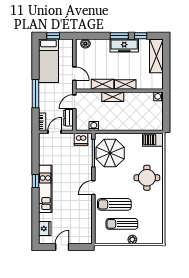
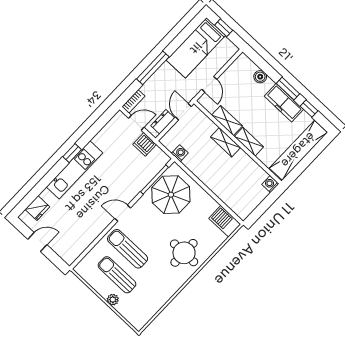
boiler: (85, 44) -> (260, 77), moved
shelving: (156, 56) -> (298, 150), width x1.47
door: (74, 102) -> (183, 112), hinge flipped
dishwasher: (81, 139) -> (145, 144), moved

